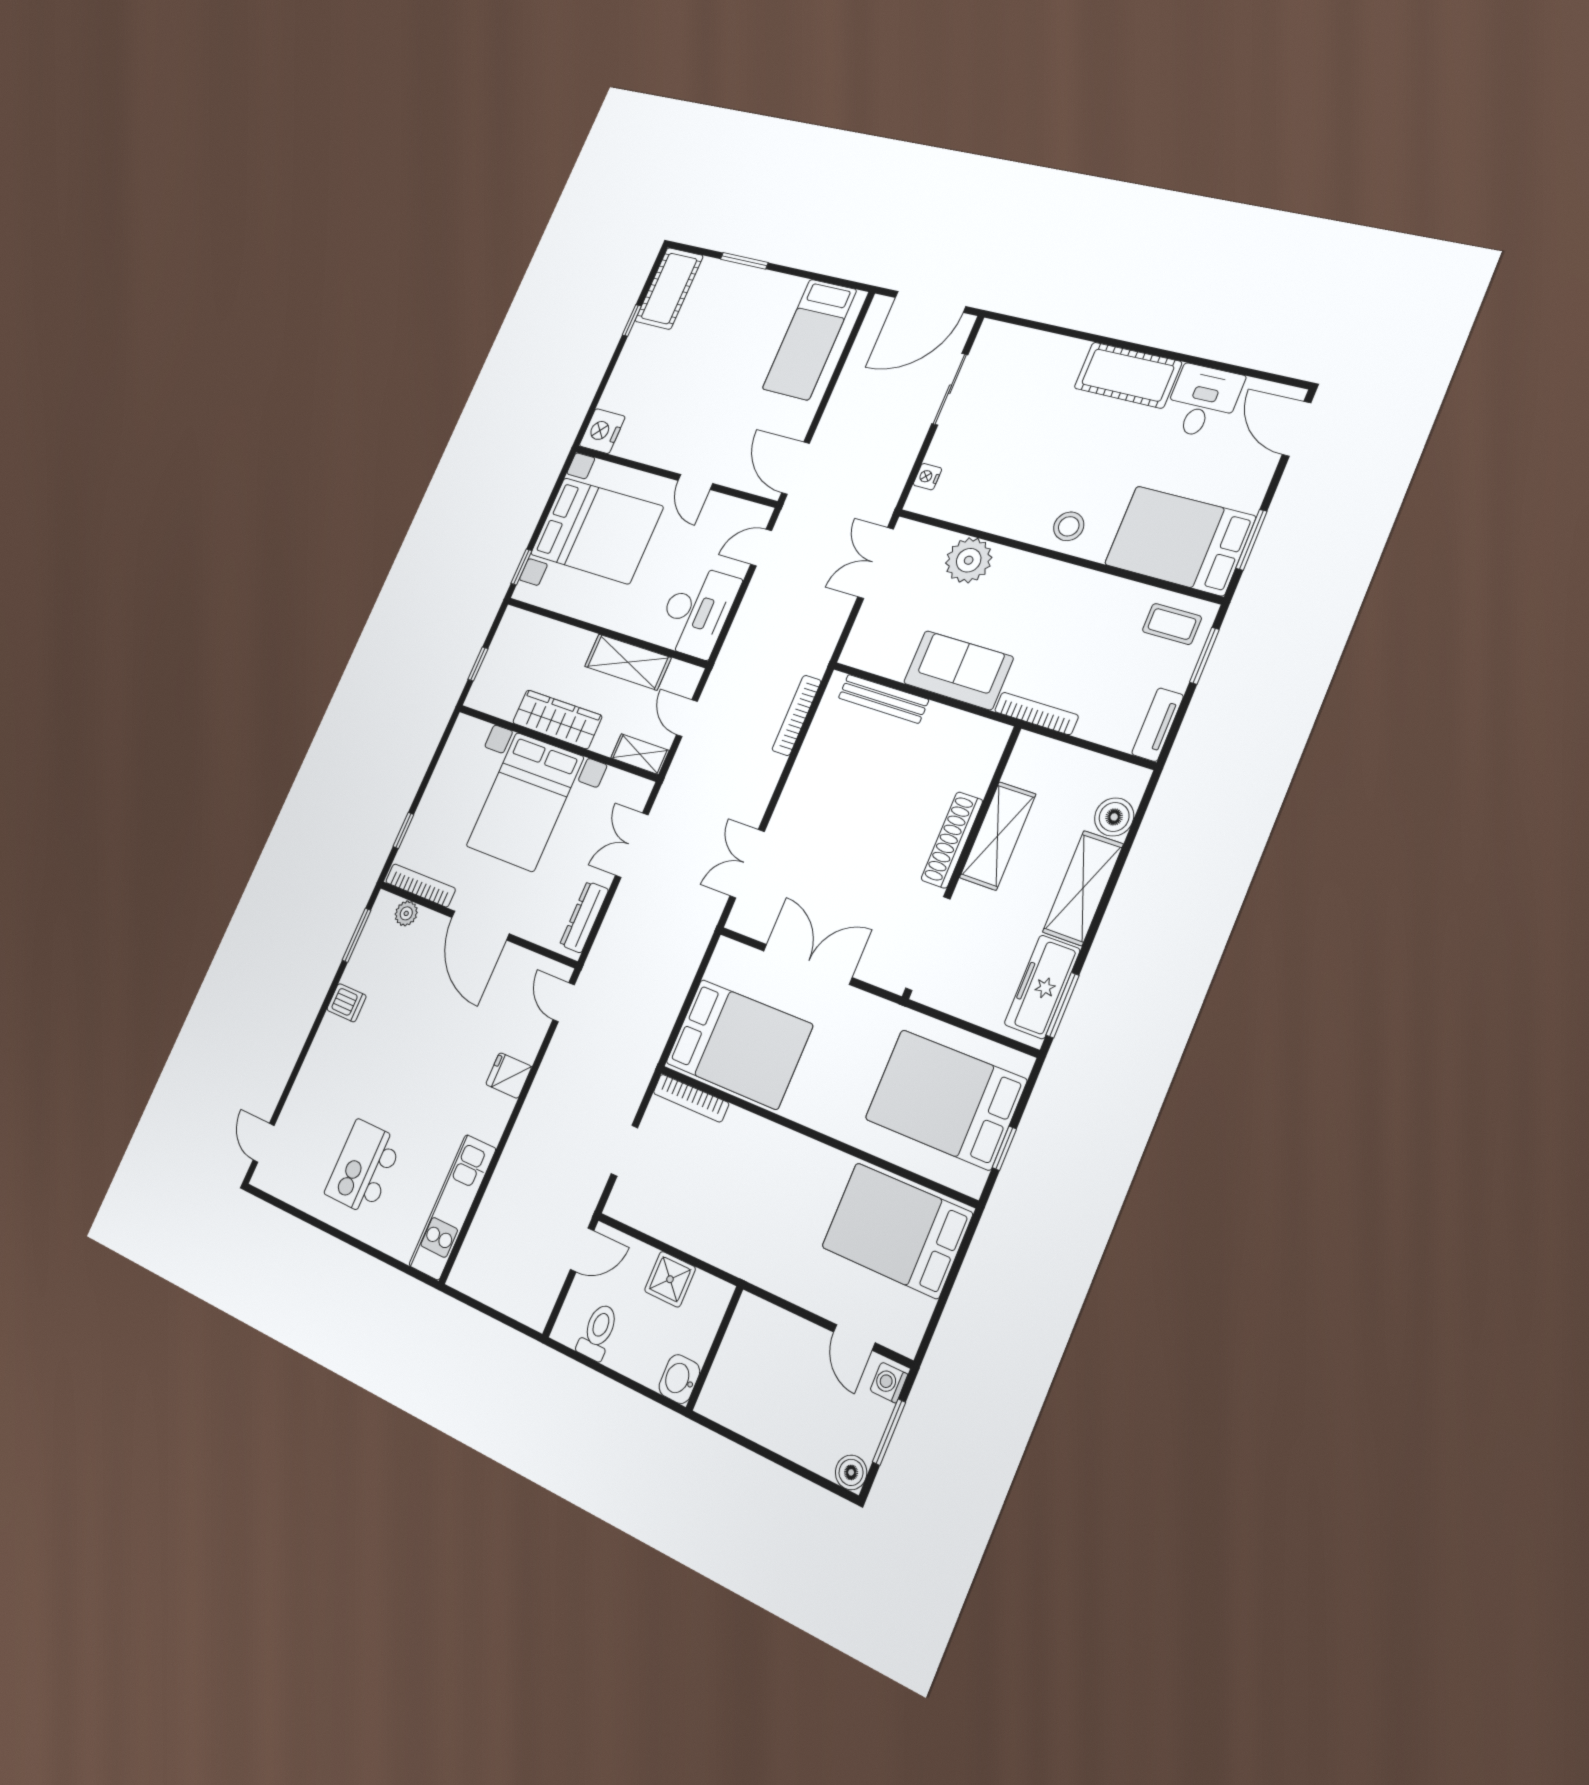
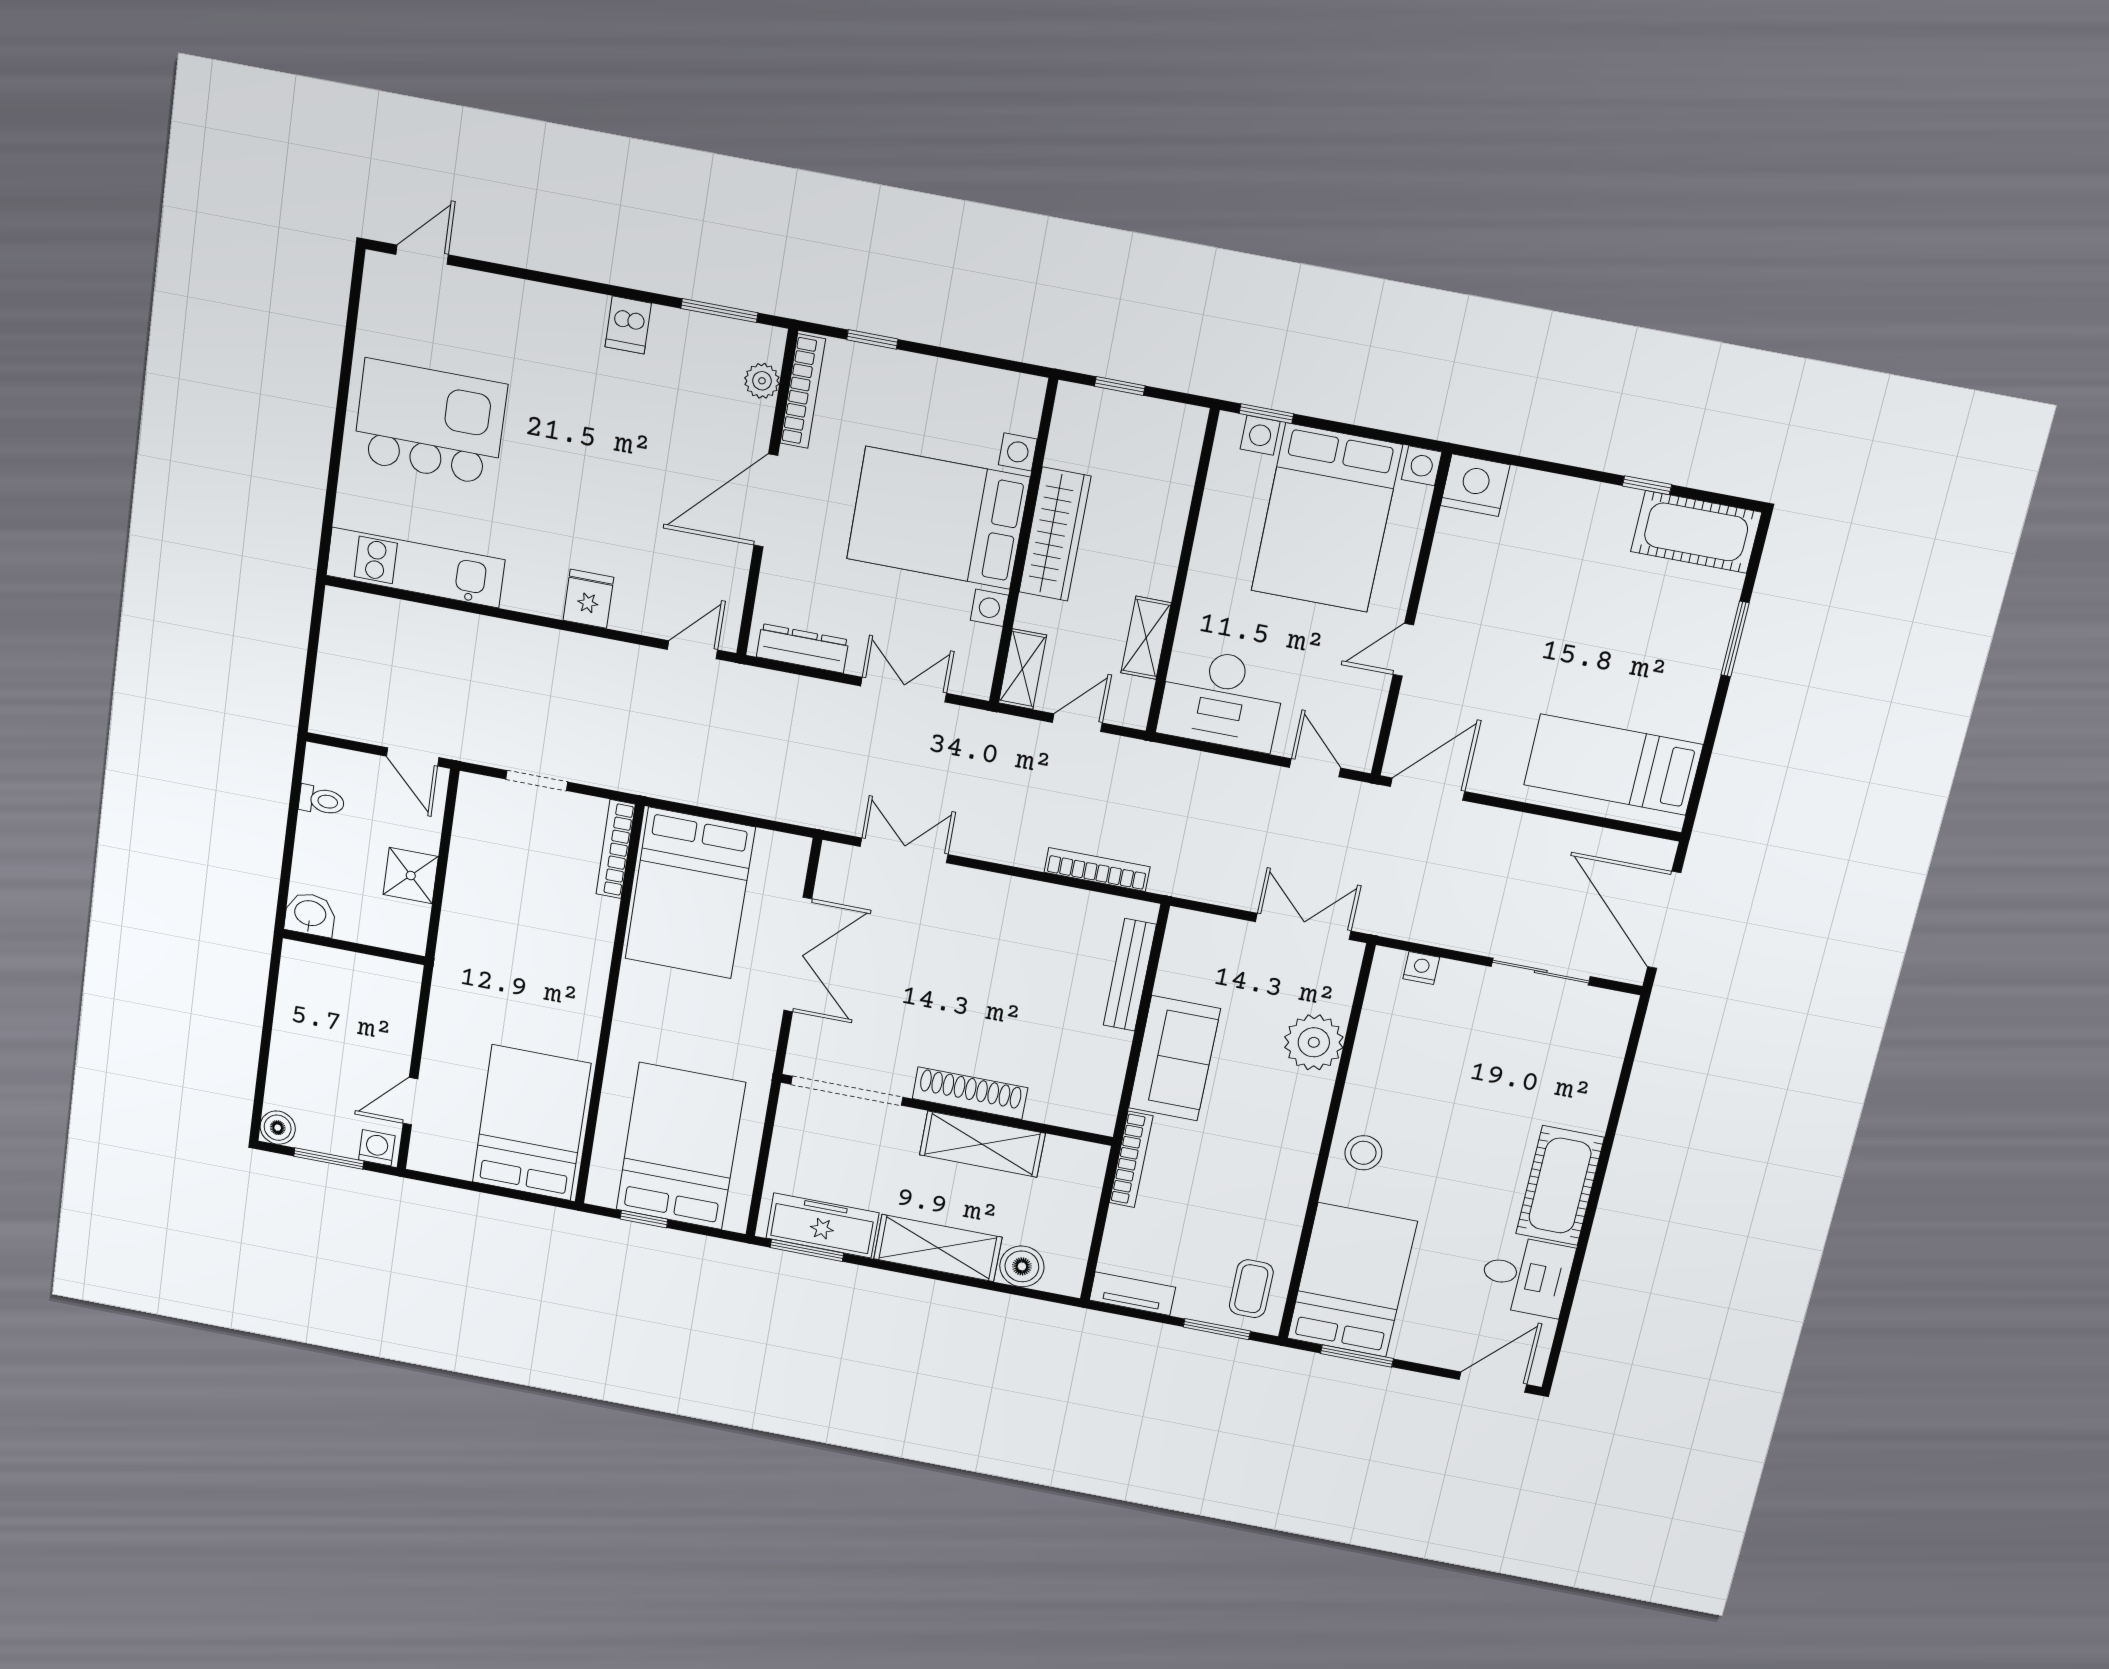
shelving: (628, 662) -> (1146, 638), width x0.67, depth x0.75
kitchen island: (364, 1167) -> (430, 422), width x1.37, depth x1.28
toilet: (598, 1332) -> (322, 800), width x0.73, depth x0.72

